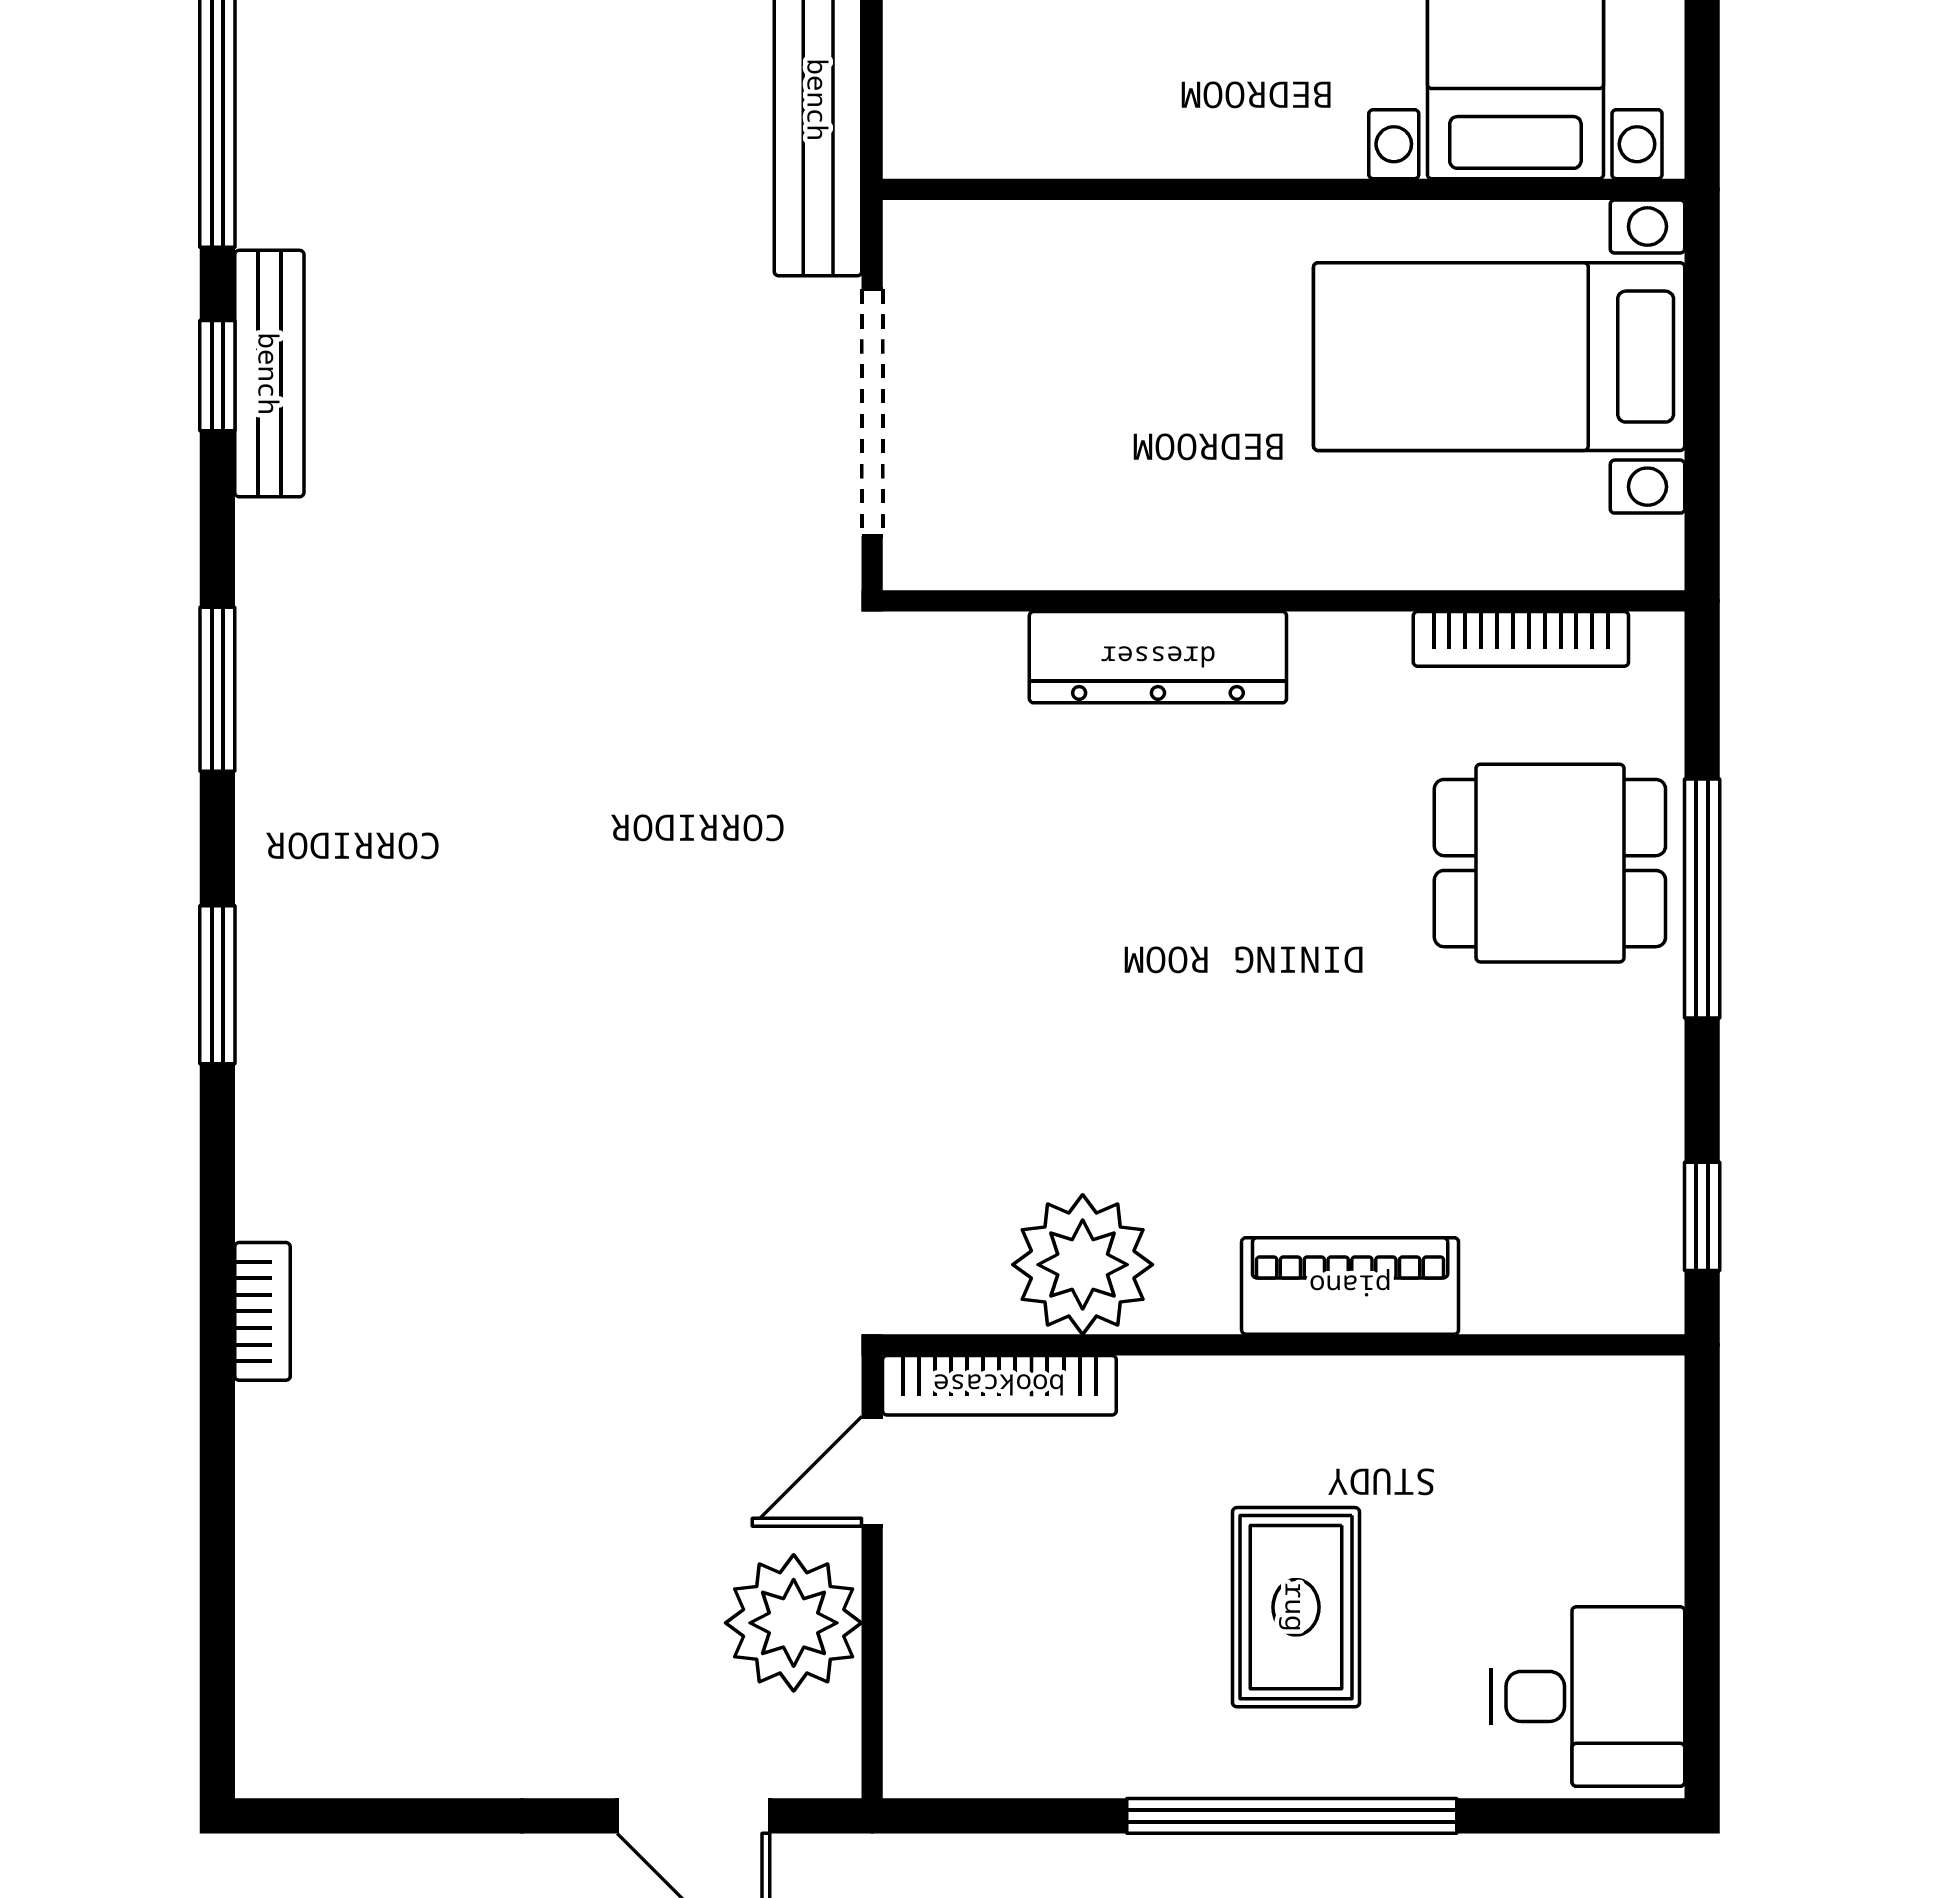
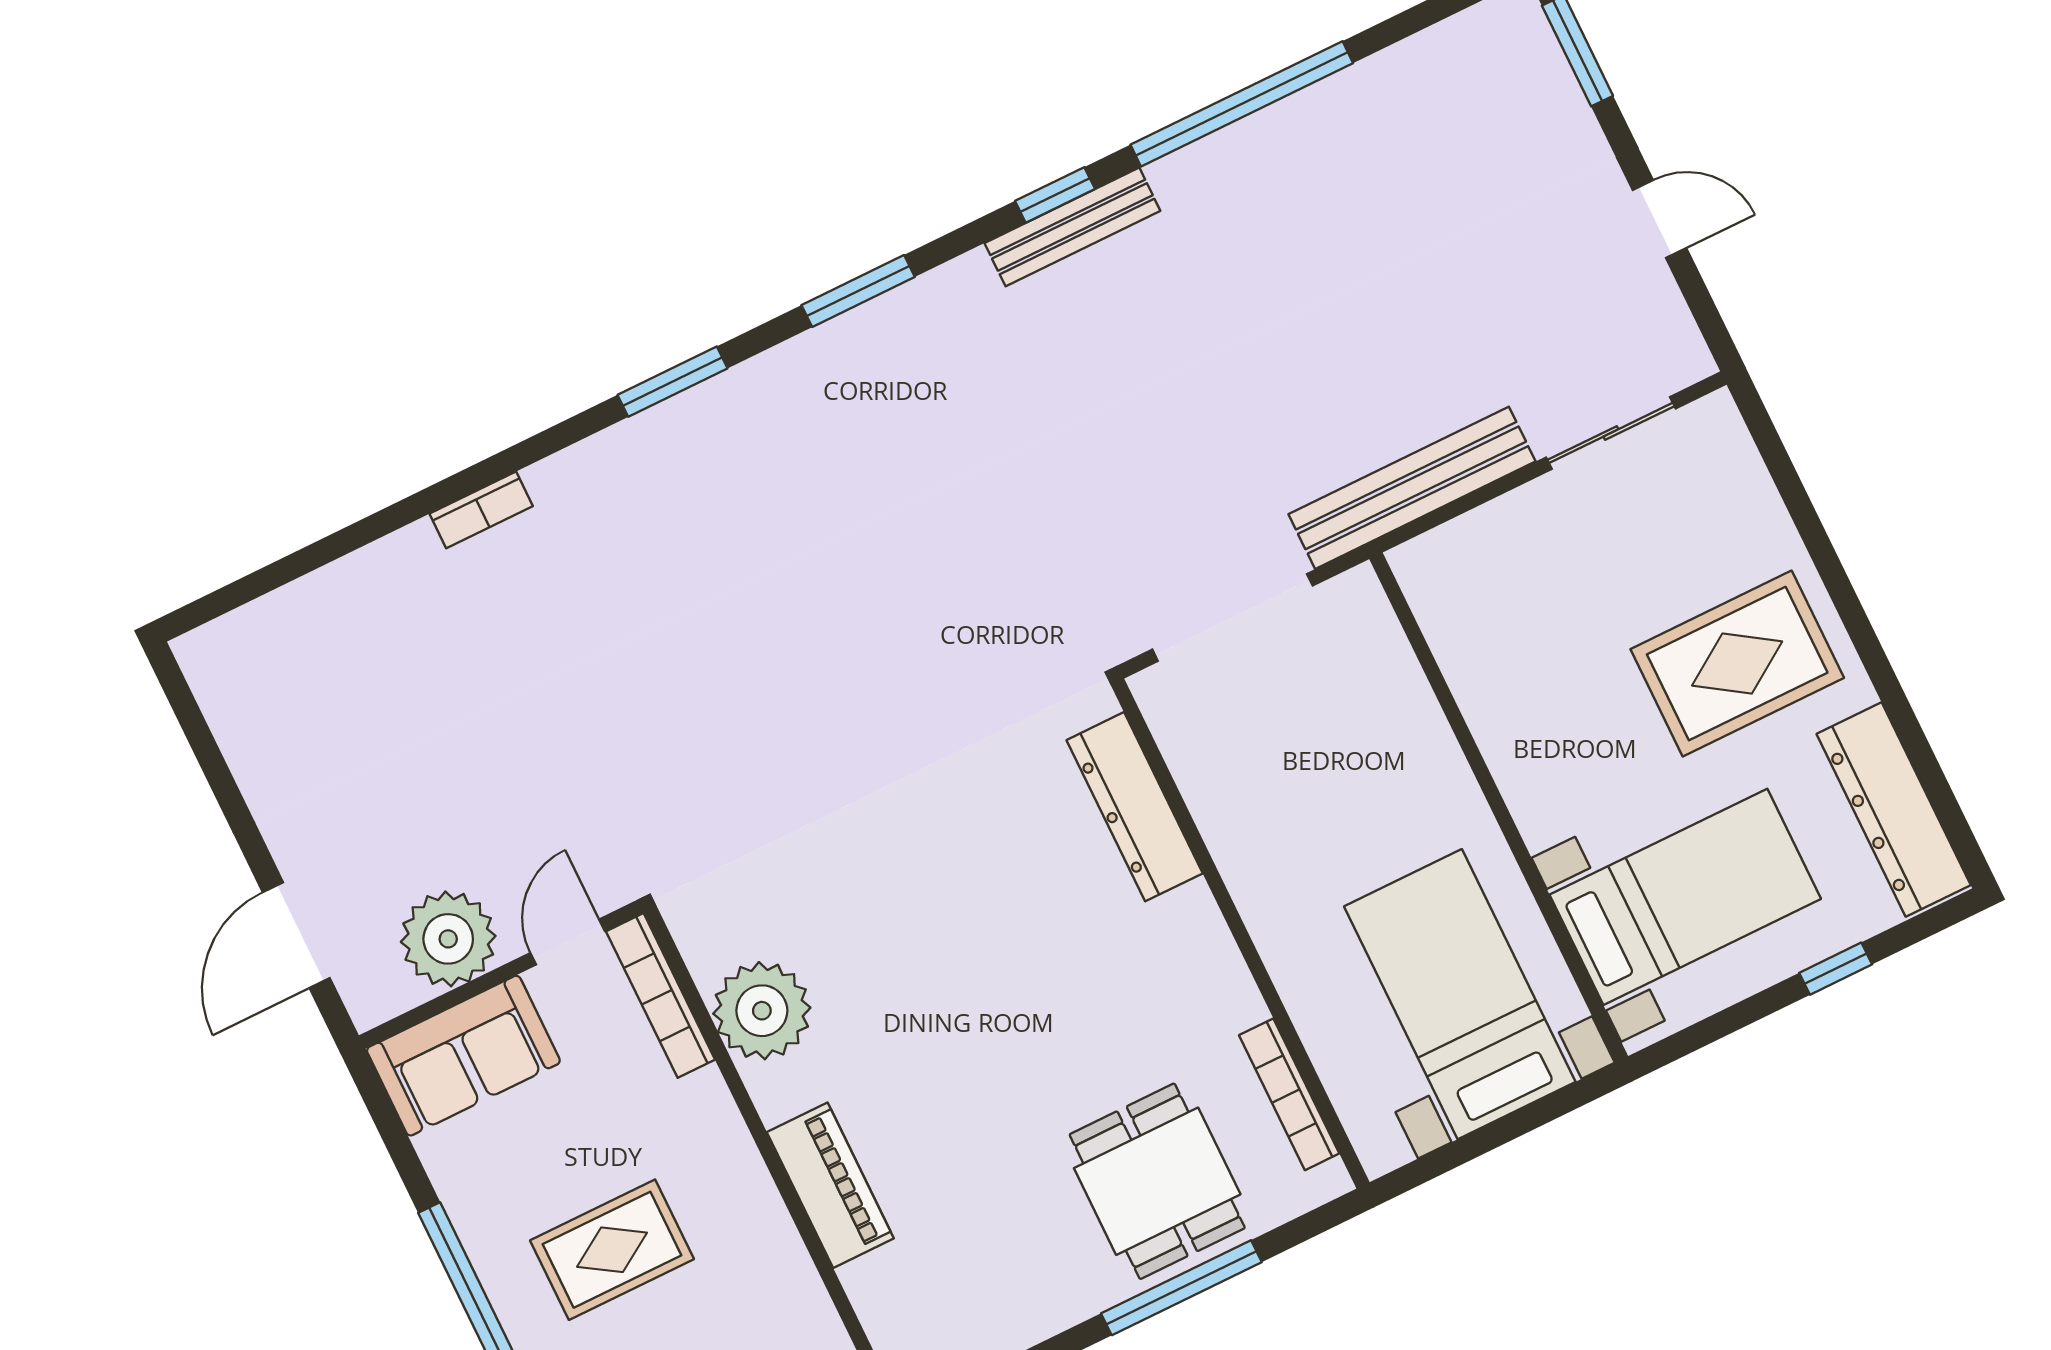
dresser: (1158, 657) -> (1135, 807), moved
door: (872, 1471) -> (567, 942), hinge flipped
sofa: (953, 1677) -> (463, 1056), added

